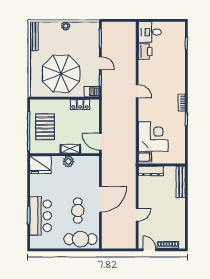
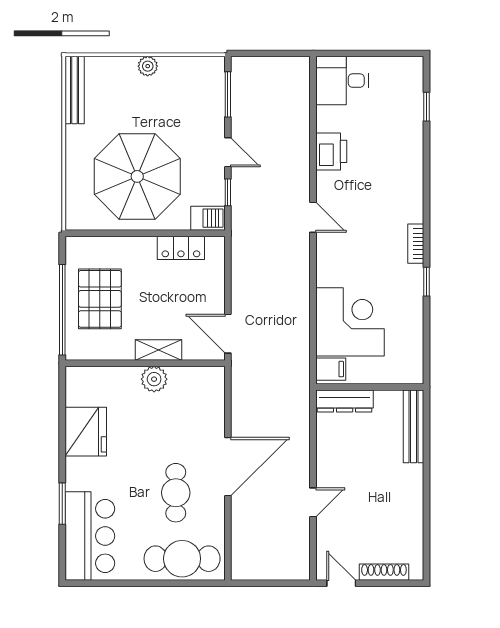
printer: (145, 52) -> (331, 151), moved
fridge: (40, 165) -> (86, 432), moved, turned -90
bar counter: (41, 216) -> (90, 536), moved

